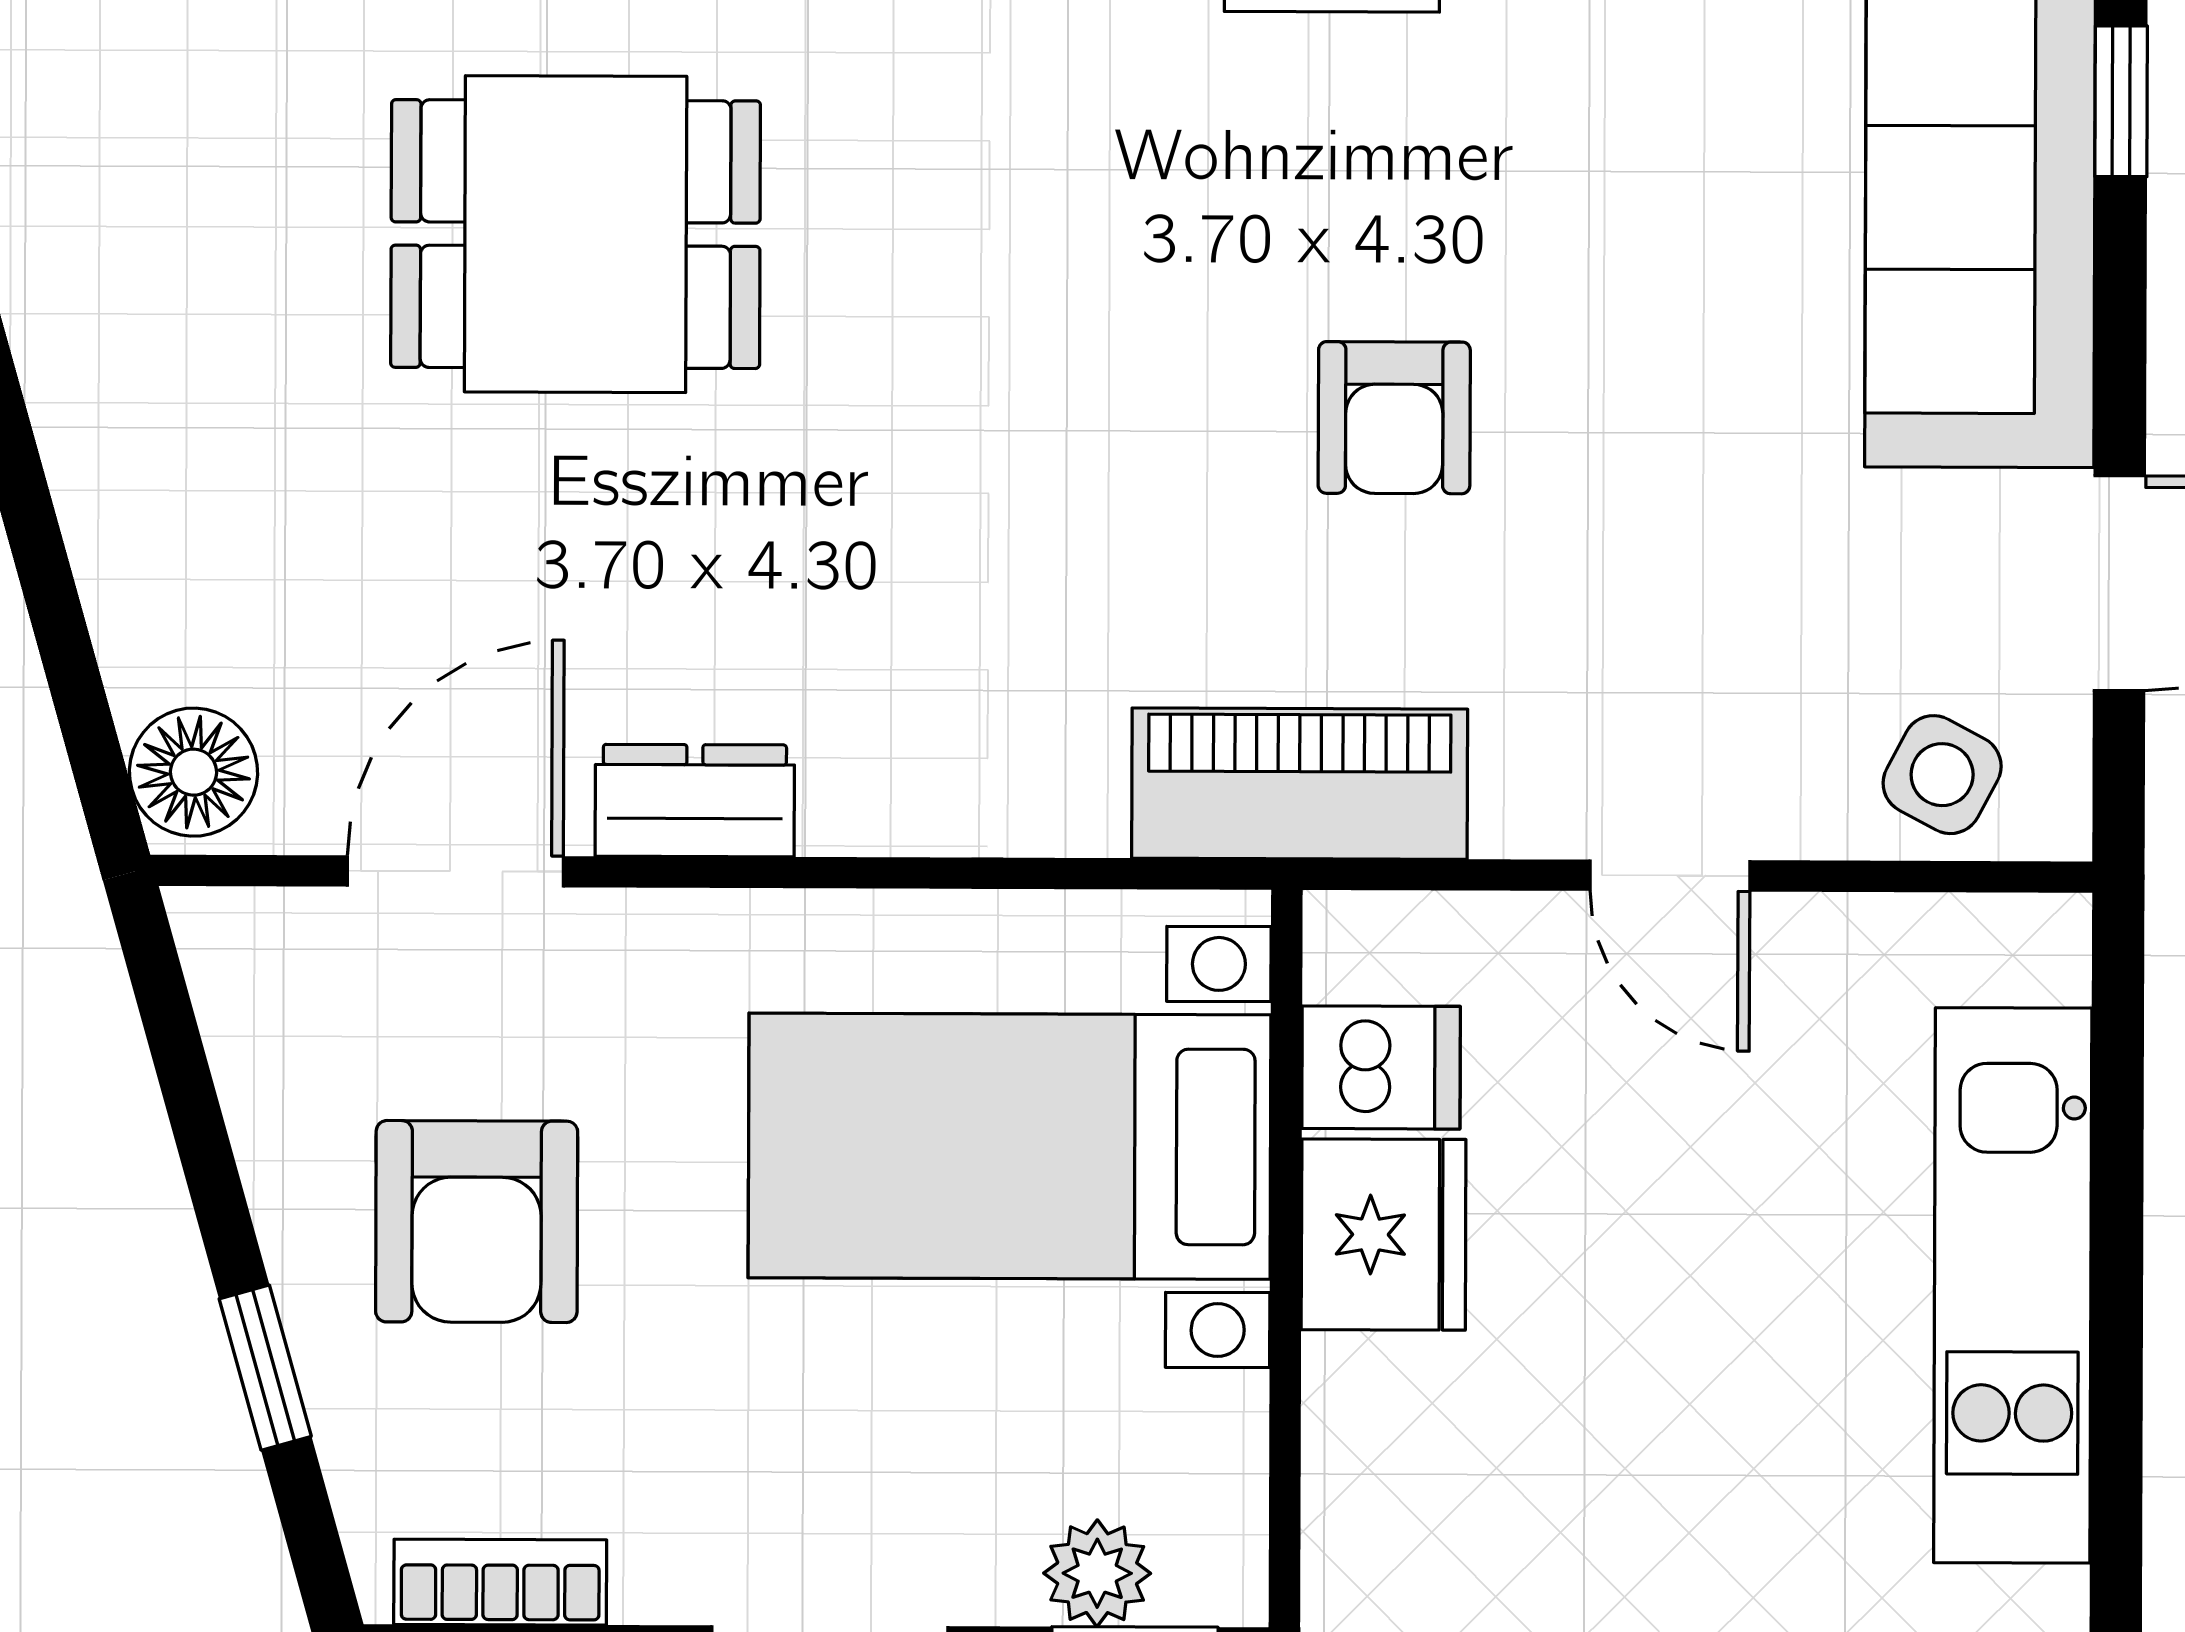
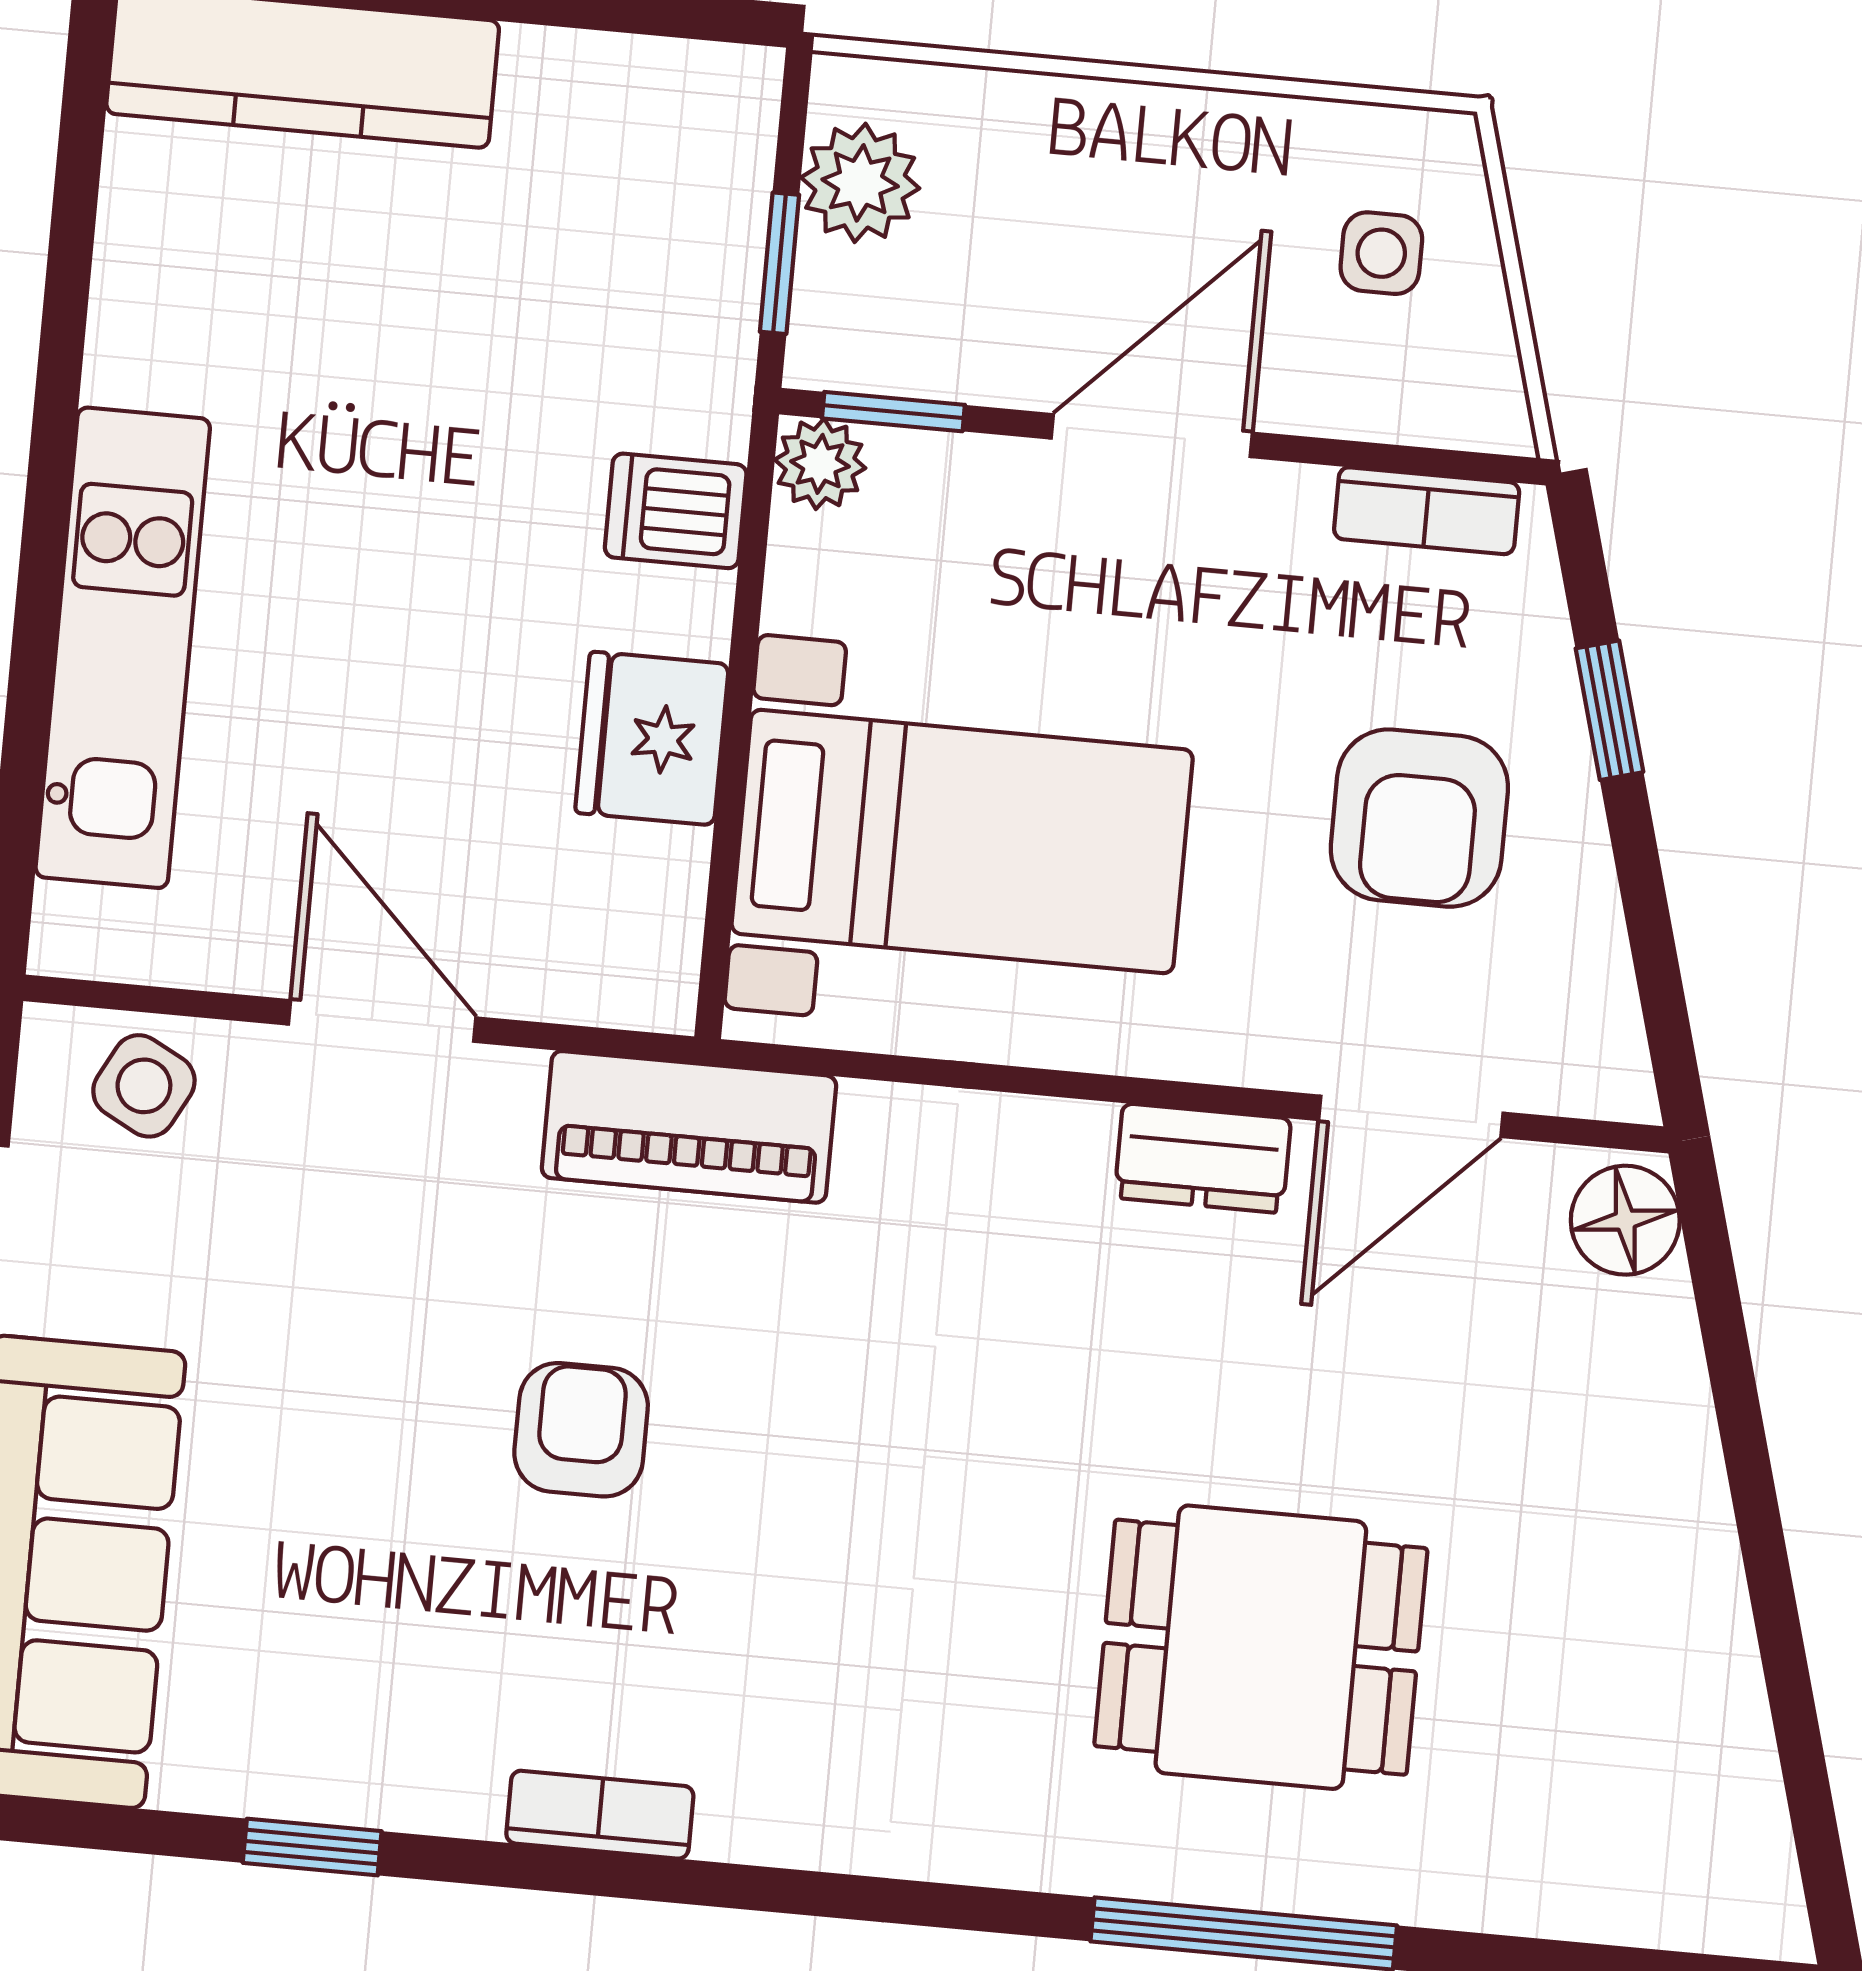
door: (1670, 876) -> (382, 1021), width x1.38
dishwasher: (1381, 1067) -> (676, 511), moved
armchair: (477, 1222) -> (1419, 818), turned 180
plant: (1097, 1573) -> (820, 464), moved

